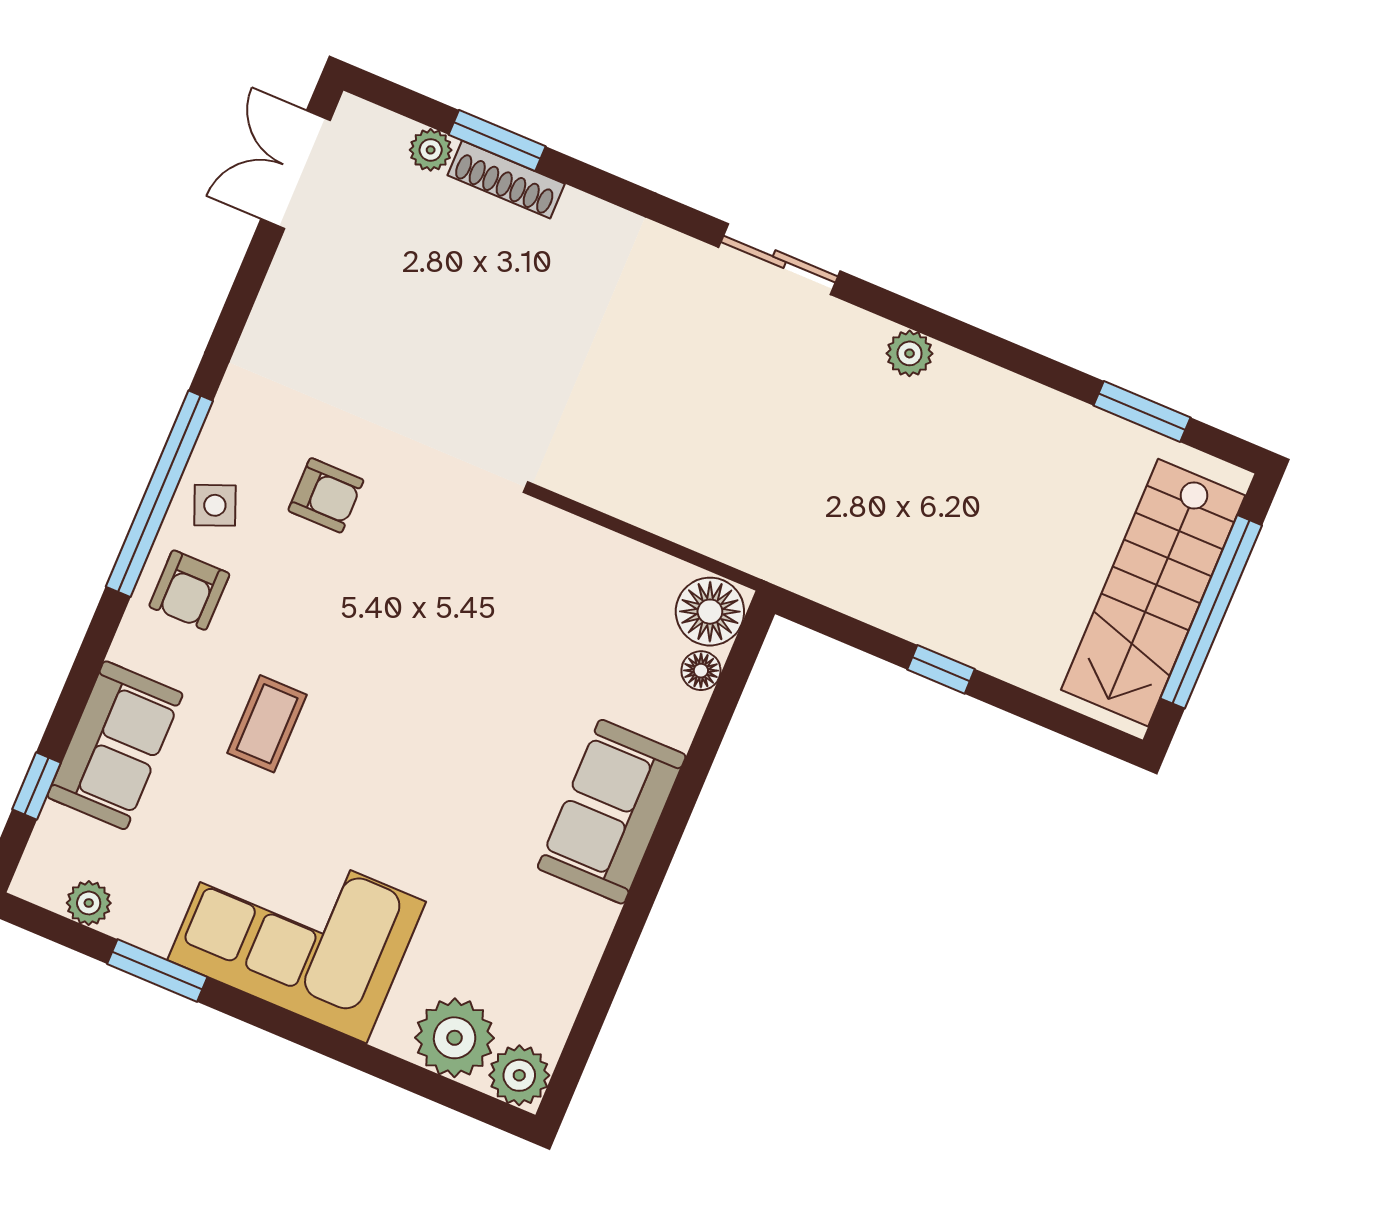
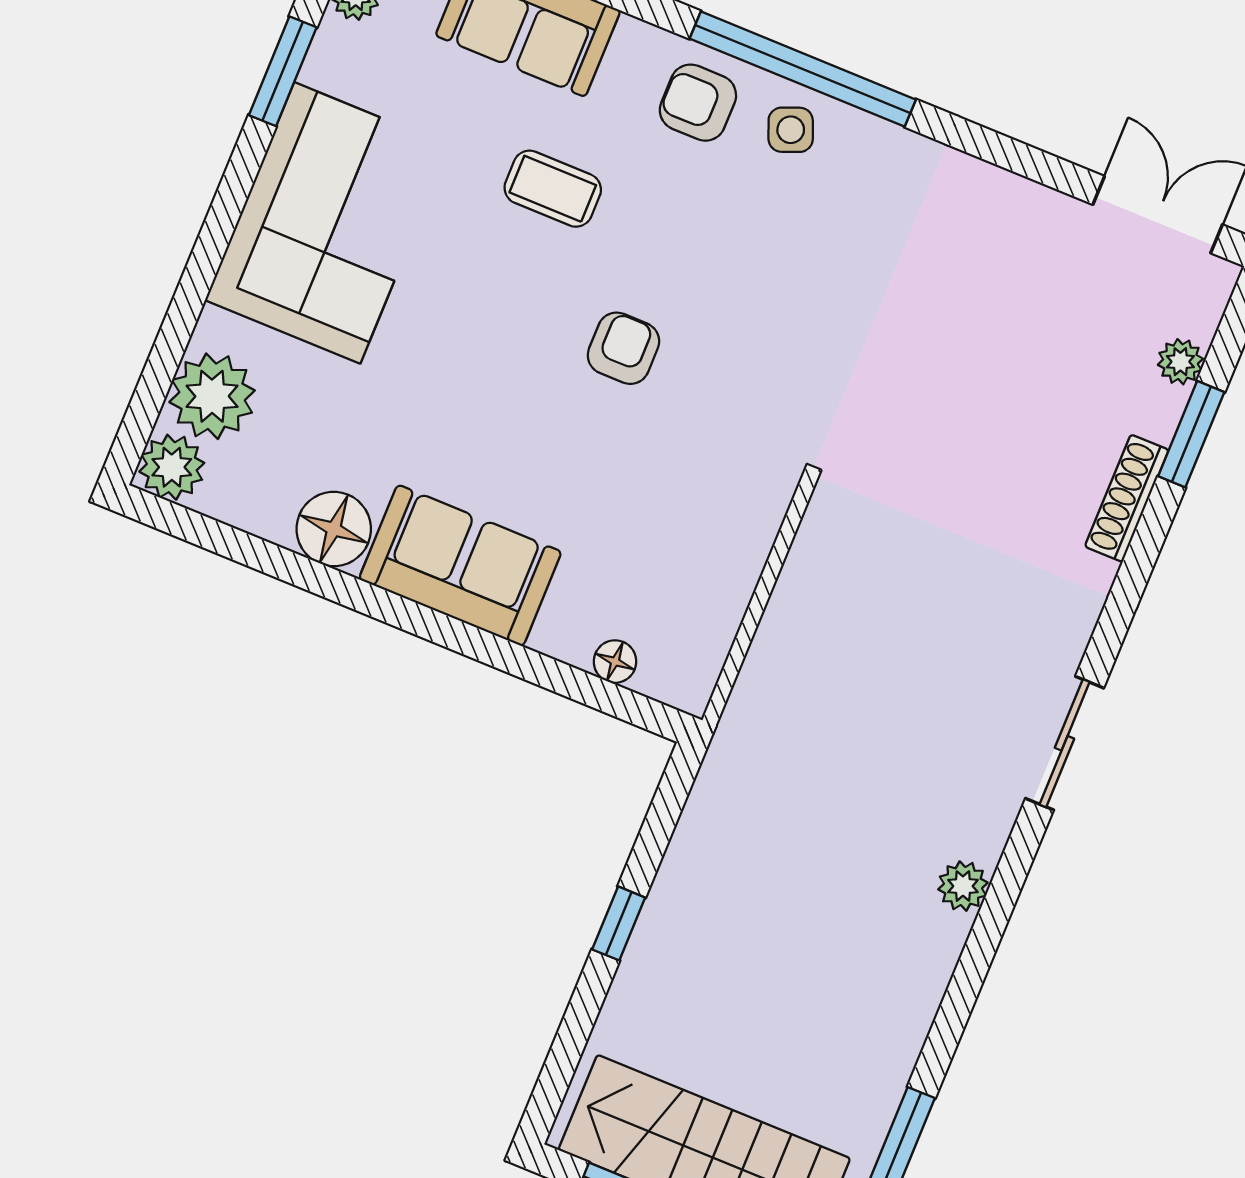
shoe rack: (506, 179) -> (1127, 498), moved
armchair: (326, 495) -> (623, 348), moved, turned 180
floor lamp: (710, 612) -> (334, 529), moved

